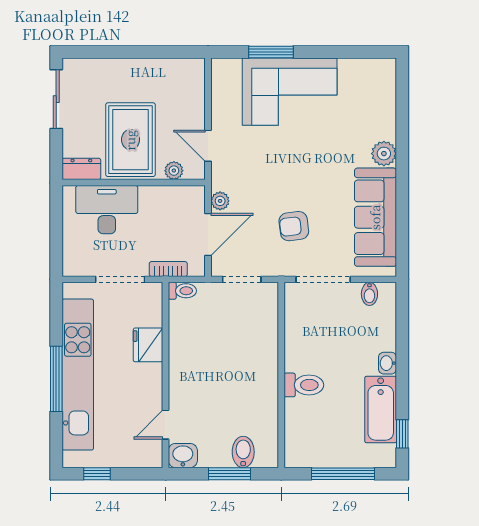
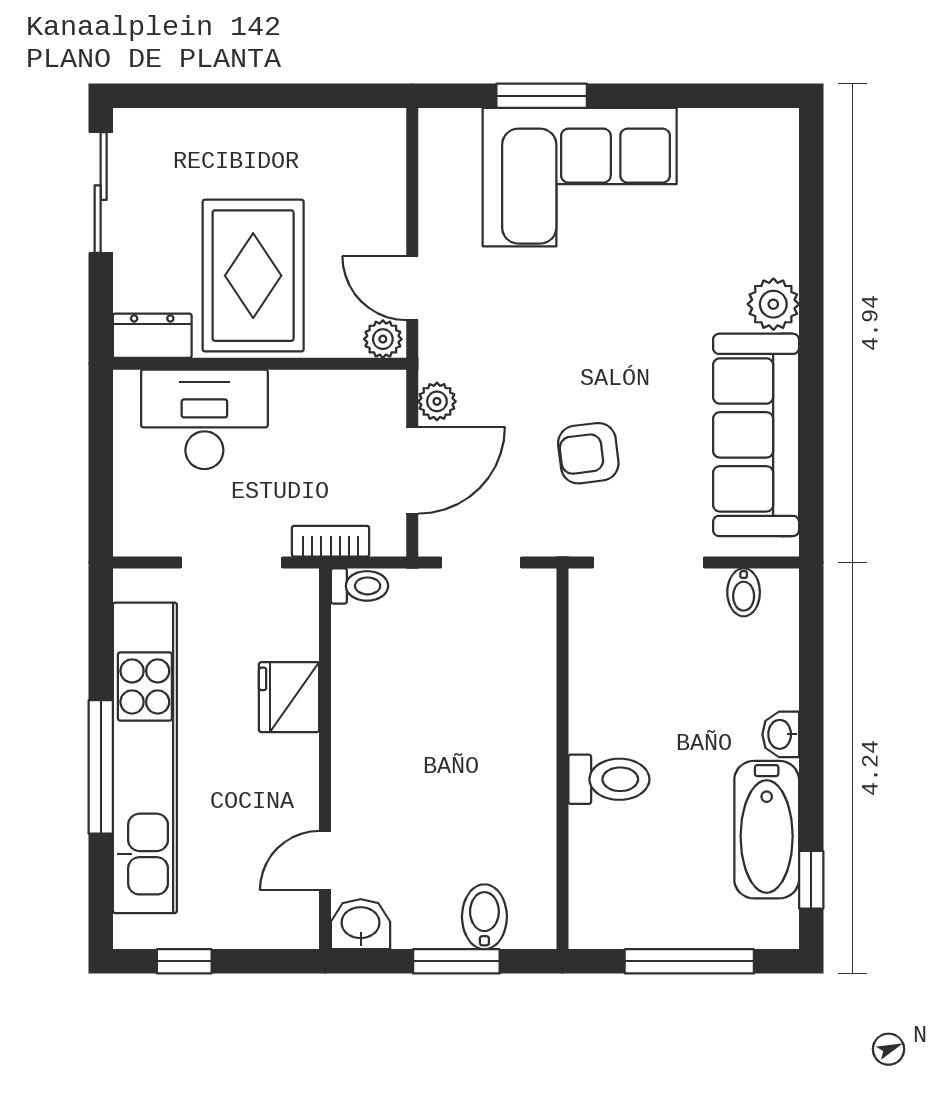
plant: (174, 171) -> (383, 339), moved

